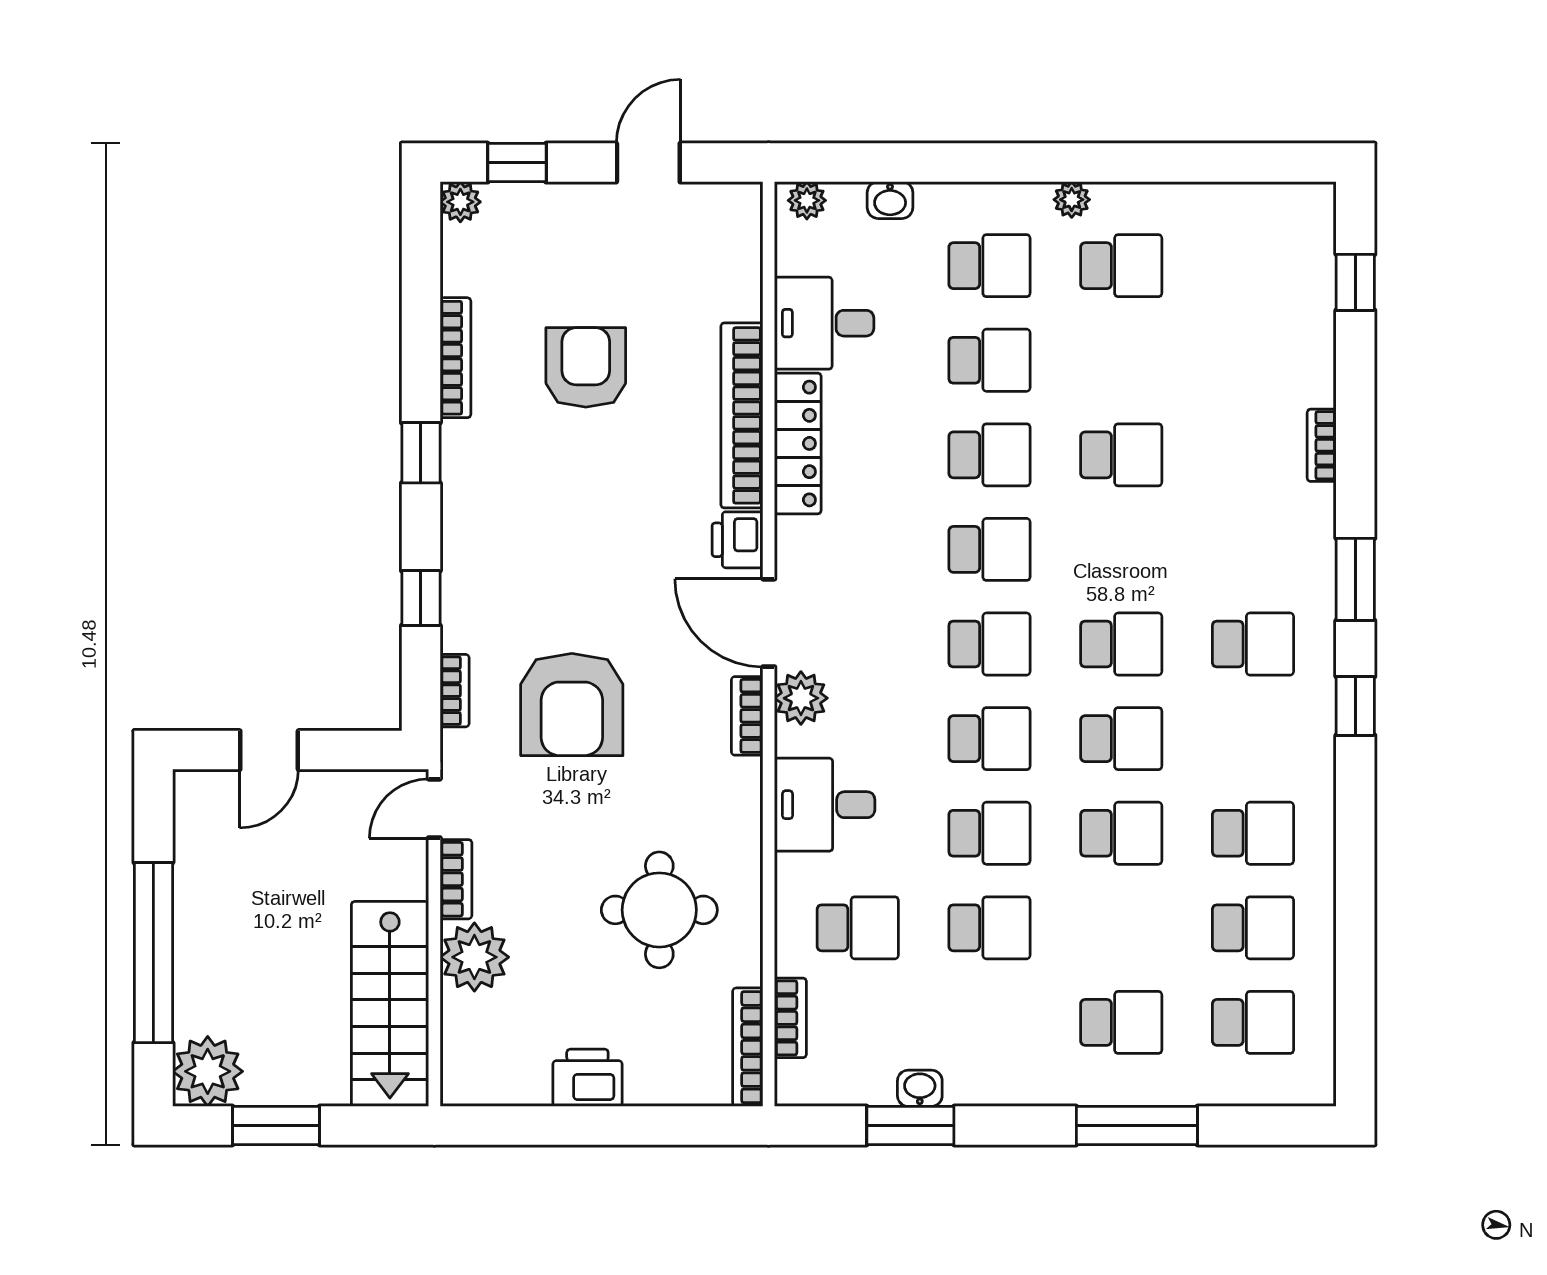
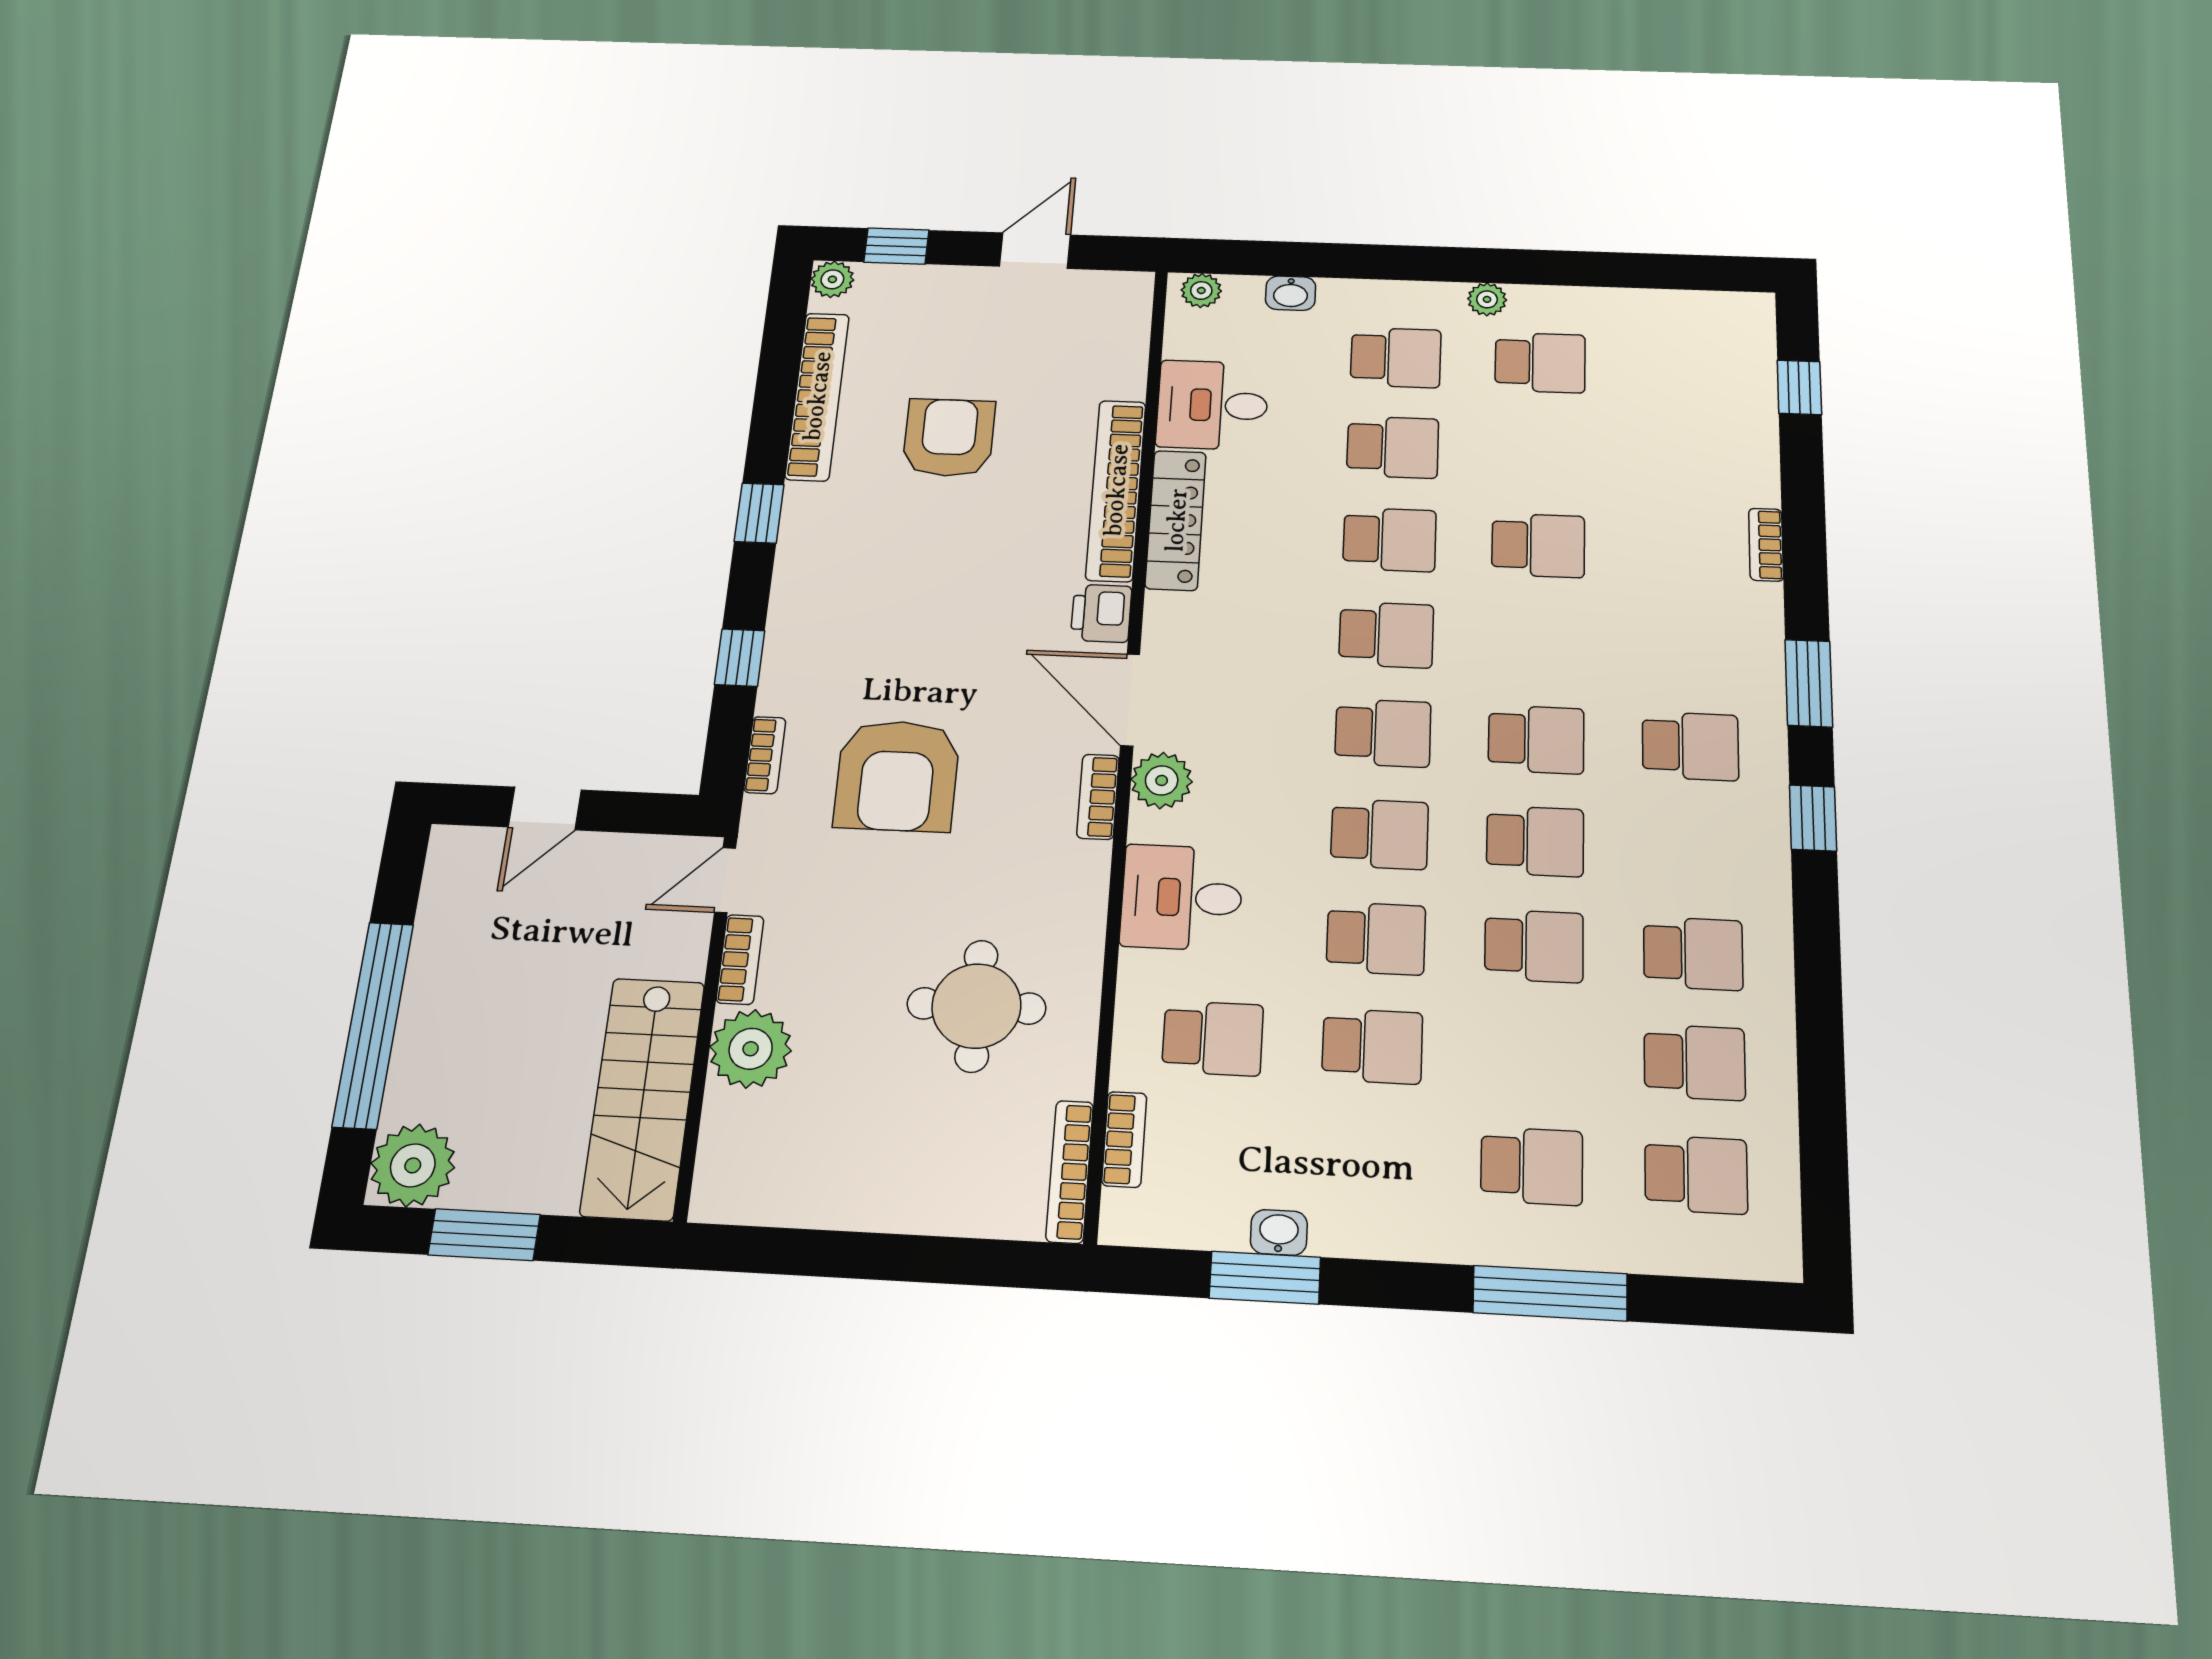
bookcase: (455, 358) -> (817, 396), width x1.48, depth x1.31
printer: (587, 1078) -> (870, 1198), removed

